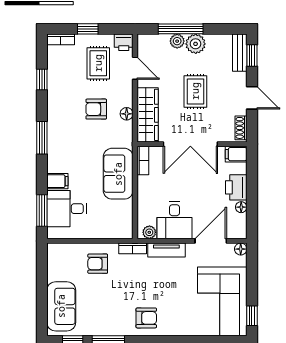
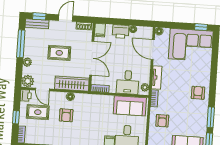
window: (181, 29) -> (21, 44), moved
plant: (196, 44) -> (28, 81), moved
door: (135, 68) -> (42, 90), swing flipped
sofa: (118, 174) -> (130, 106), moved
desk: (174, 220) -> (128, 82), moved, turned 90

